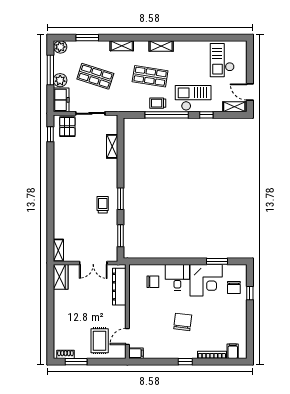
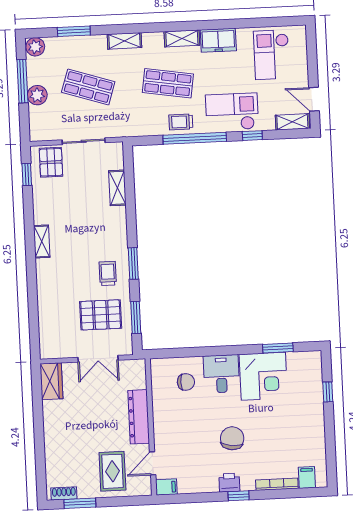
freezer: (61, 100) -> (218, 40), moved, turned 90
pallet: (96, 233) -> (101, 315), added
shelving: (58, 250) -> (42, 241), moved
dresser: (119, 287) -> (139, 417), moved
chair: (234, 288) -> (304, 385), removed
printer: (179, 352) -> (229, 483), added

